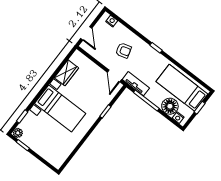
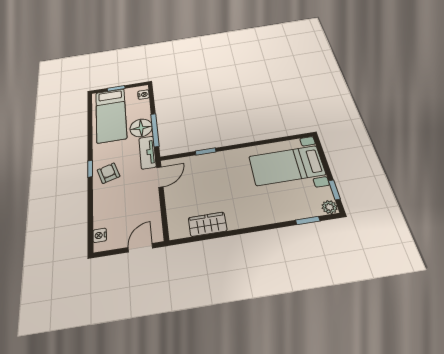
armchair: (123, 50) -> (109, 173), moved
floor lamp: (170, 106) -> (141, 128), moved
bed with nightstands: (60, 108) -> (287, 165), moved, turned -90

